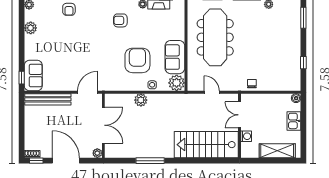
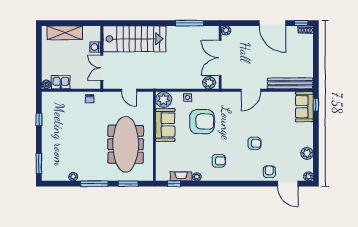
armchair: (84, 38) -> (254, 143), added
armchair: (137, 60) -> (202, 122), turned -90
plant: (141, 100) -> (209, 83), moved
double door: (239, 115) -> (102, 68), swing flipped
kitchen sink: (294, 121) -> (61, 82), moved, turned -90
double door: (103, 125) -> (220, 58), moved
wall: (103, 126) -> (220, 57), moved
plant: (97, 153) -> (226, 30), moved

